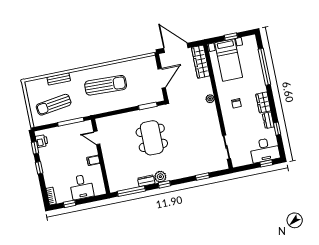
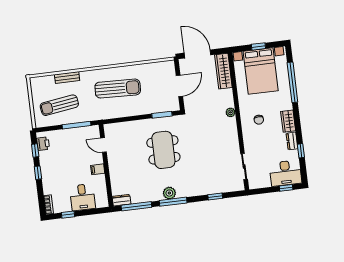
bed with nightstands: (229, 60) -> (261, 71), width x1.36
dresser: (146, 181) -> (121, 200), moved
window: (164, 184) -> (173, 202), width x2.17

